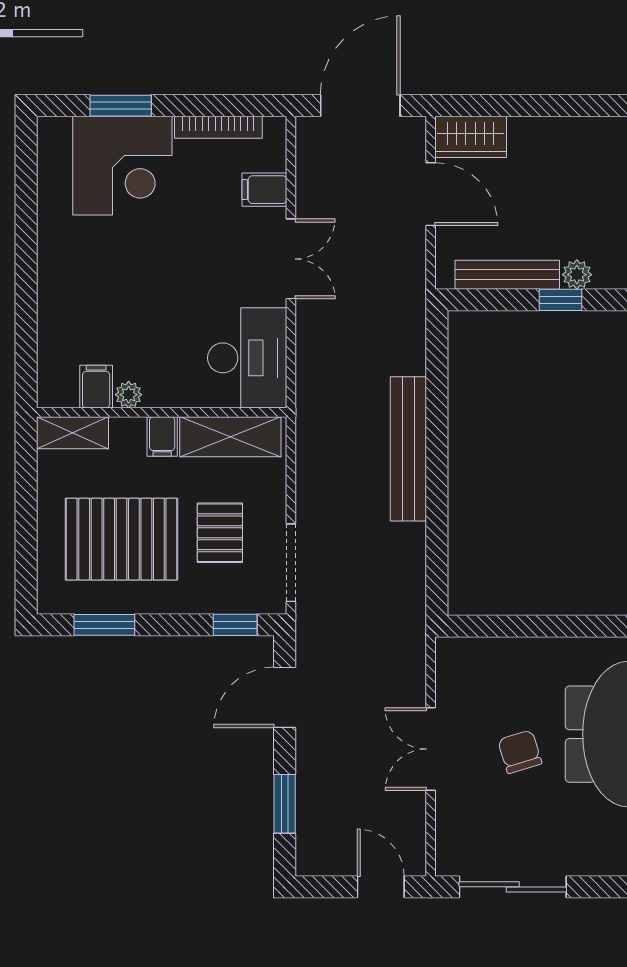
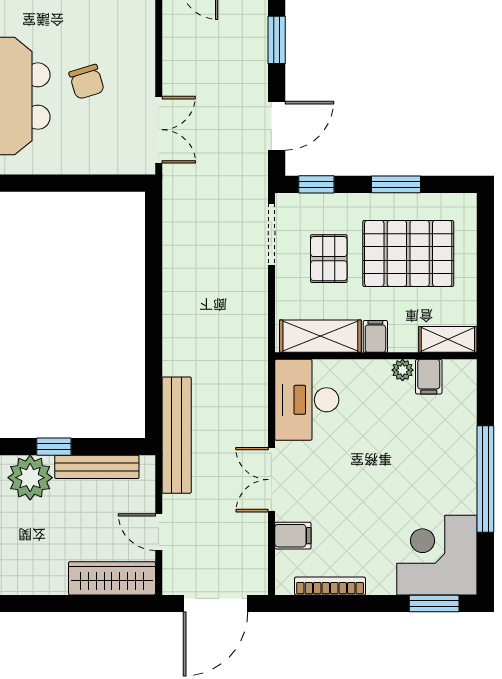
window: (121, 106) -> (434, 603), moved
wardrobe: (471, 137) -> (112, 578), width x1.50
corner desk: (122, 166) -> (437, 555), moved
door: (431, 194) -> (159, 532), width x0.73
window: (26, 260) -> (485, 479), added
plant: (577, 275) -> (30, 478), width x1.87, depth x1.87
bench: (408, 449) -> (177, 435), moved
window: (104, 625) -> (396, 184), moved
double door: (431, 749) -> (159, 130), moved

